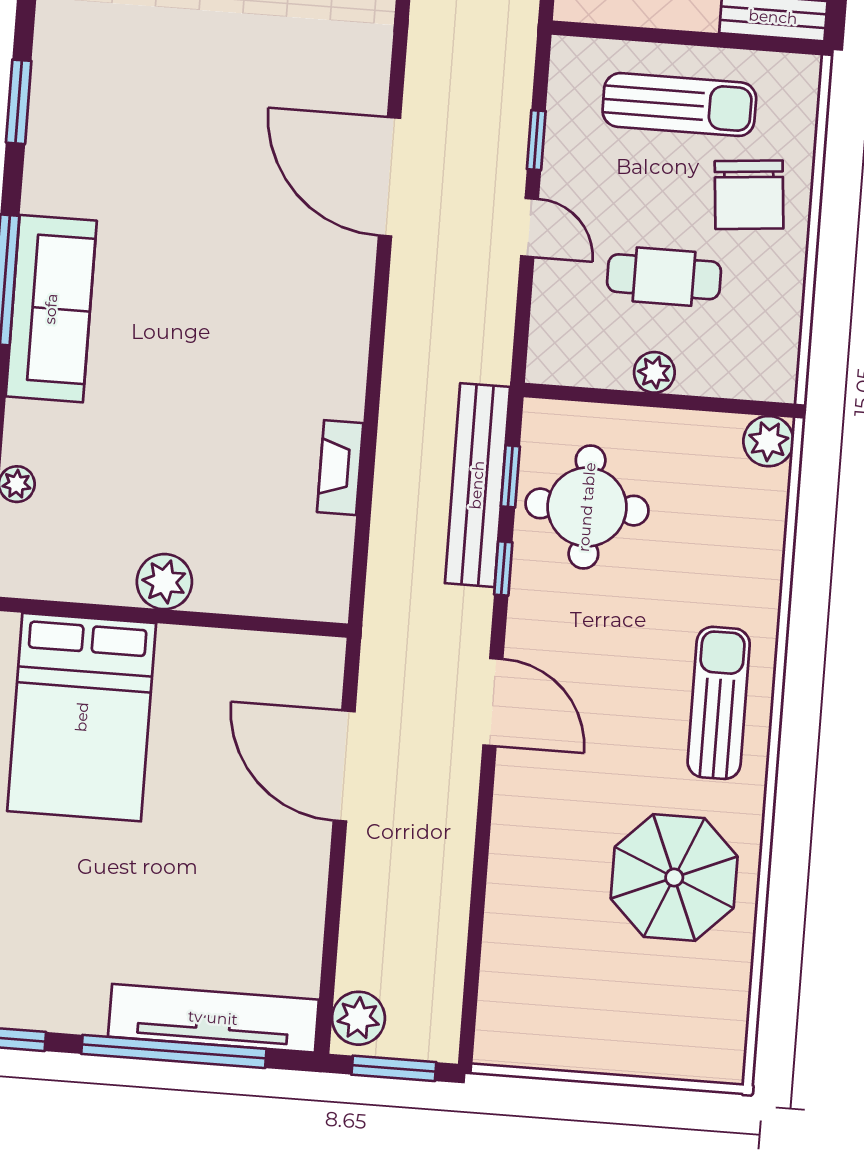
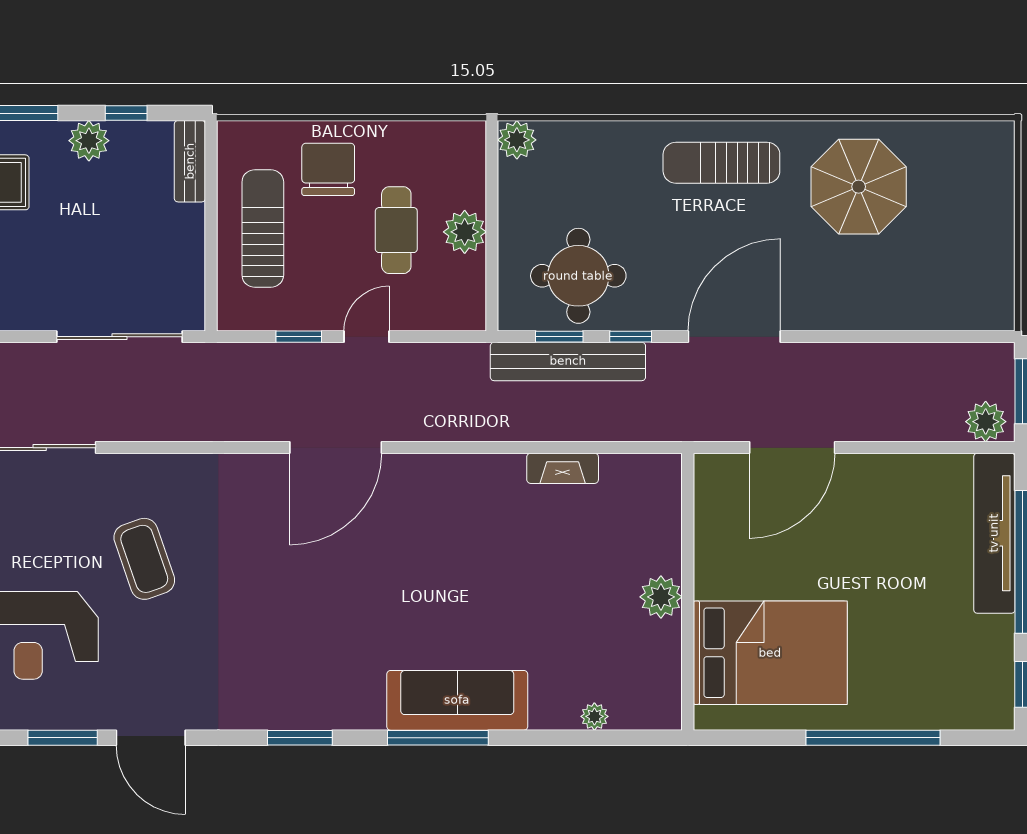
chair: (749, 195) -> (328, 169), turned -85
plant: (654, 372) -> (465, 232), width x1.38, depth x1.38
door: (493, 702) -> (734, 337), width x1.36

